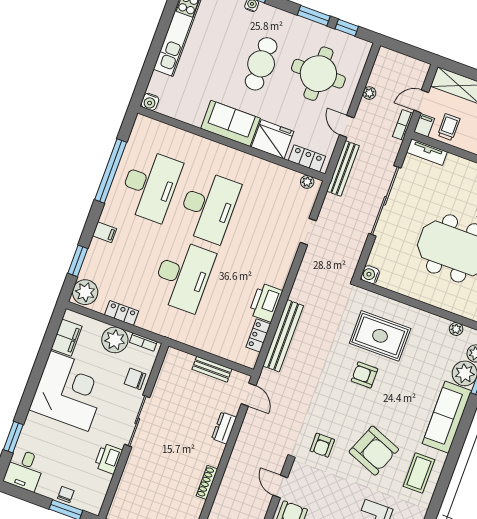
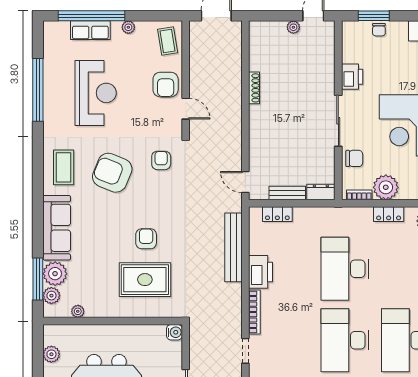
bookcase: (286, 266) -> (254, 312), added
locker: (258, 335) -> (277, 214), moved, turned 90
armchair: (364, 375) -> (146, 239), turned -90
dresser: (224, 428) -> (321, 192), moved, turned -90

